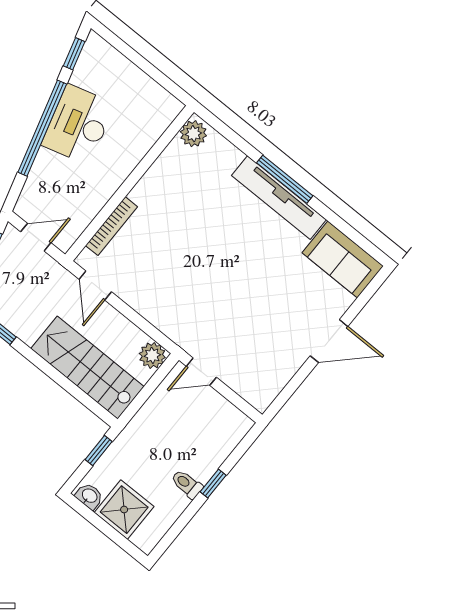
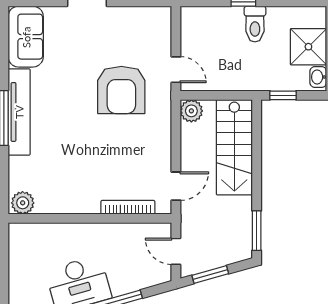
armchair: (223, 307) -> (121, 90), added
toilet: (187, 484) -> (255, 24), width x1.37, depth x1.39

